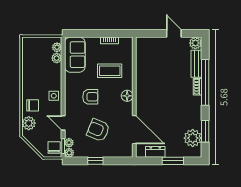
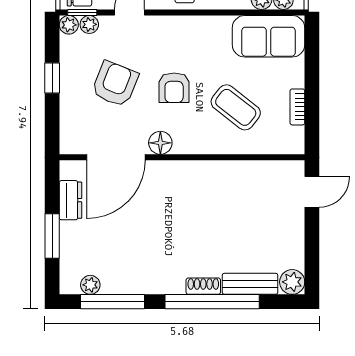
door: (174, 33) -> (312, 192), moved
coffee table: (110, 71) -> (236, 107), turned -52
floor lamp: (127, 96) -> (160, 143), moved
armchair: (90, 97) -> (174, 88), moved
window: (205, 131) -> (113, 302), width x1.44
plant: (193, 138) -> (90, 285), width x0.53, depth x0.53

